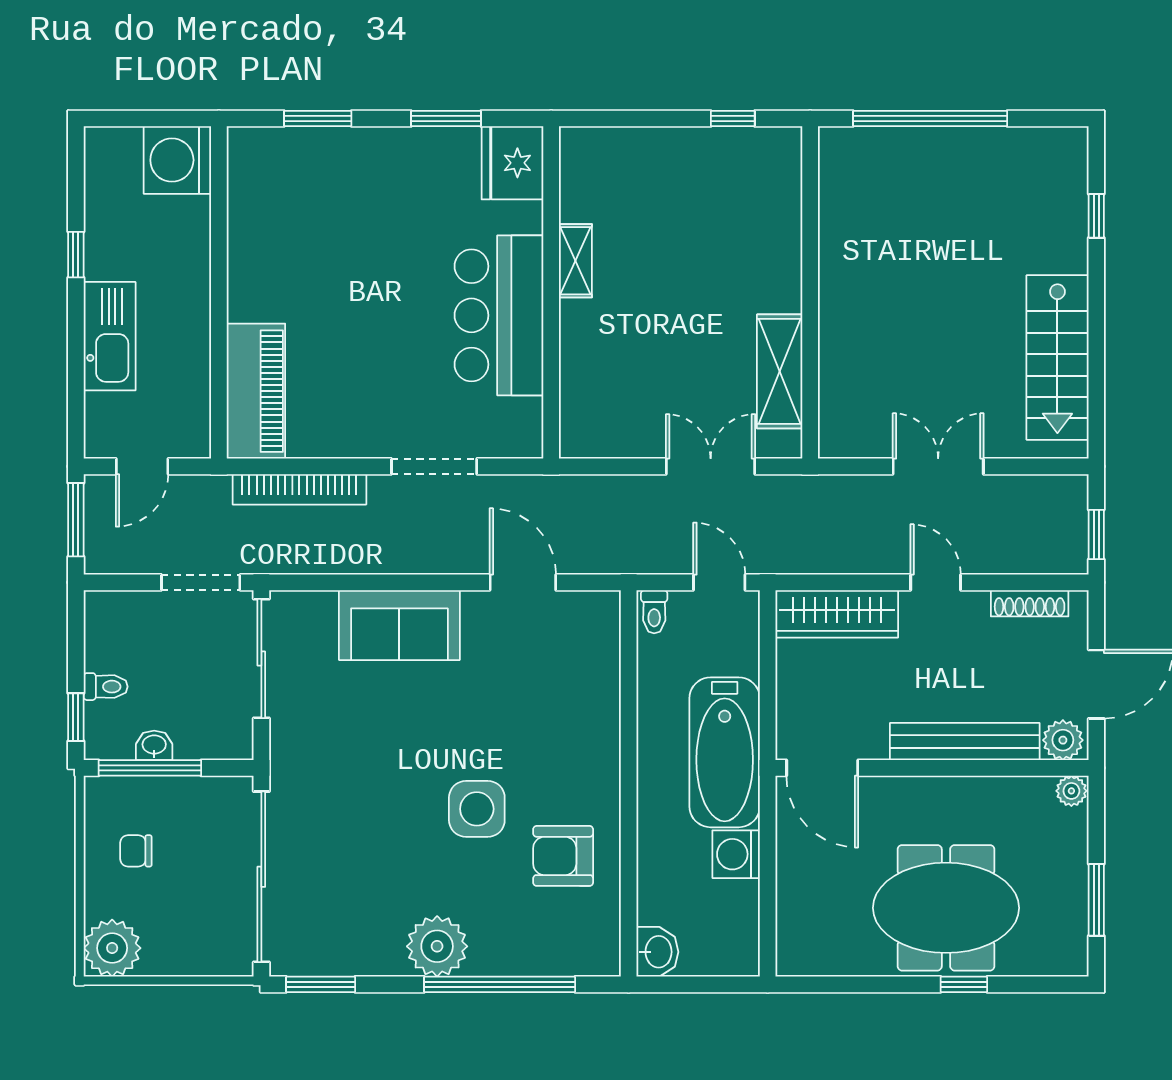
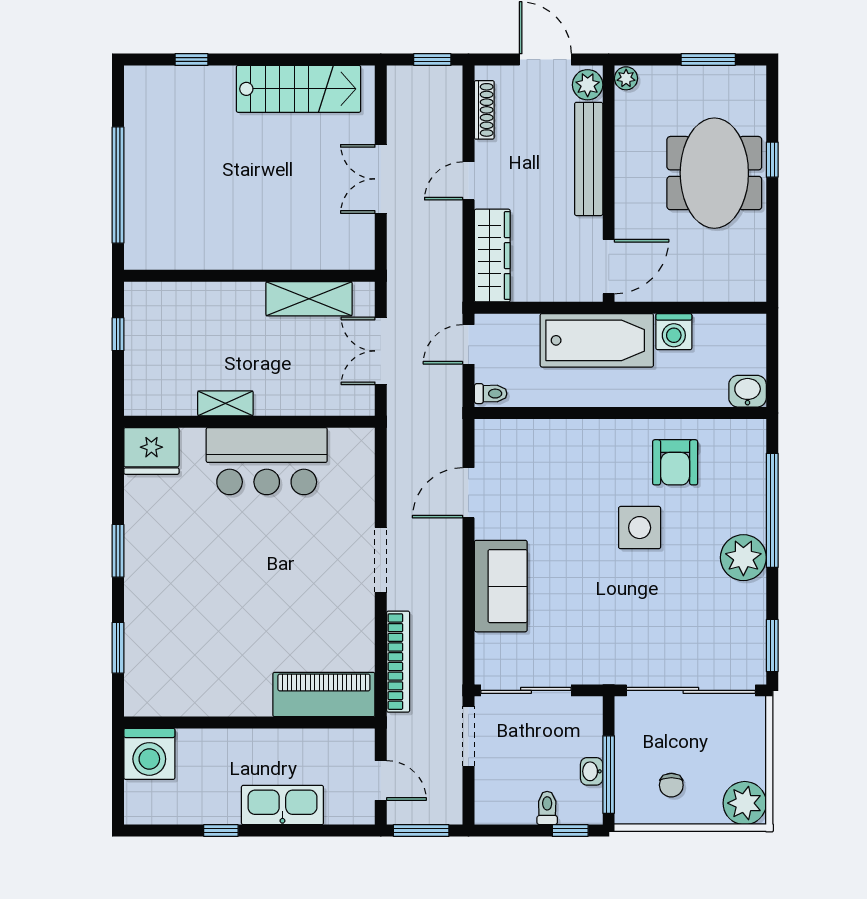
fridge: (513, 163) -> (151, 451), moved
shelving: (575, 261) -> (225, 403), moved
wall: (551, 292) -> (249, 422), moved
bar counter: (499, 315) -> (267, 461), moved

